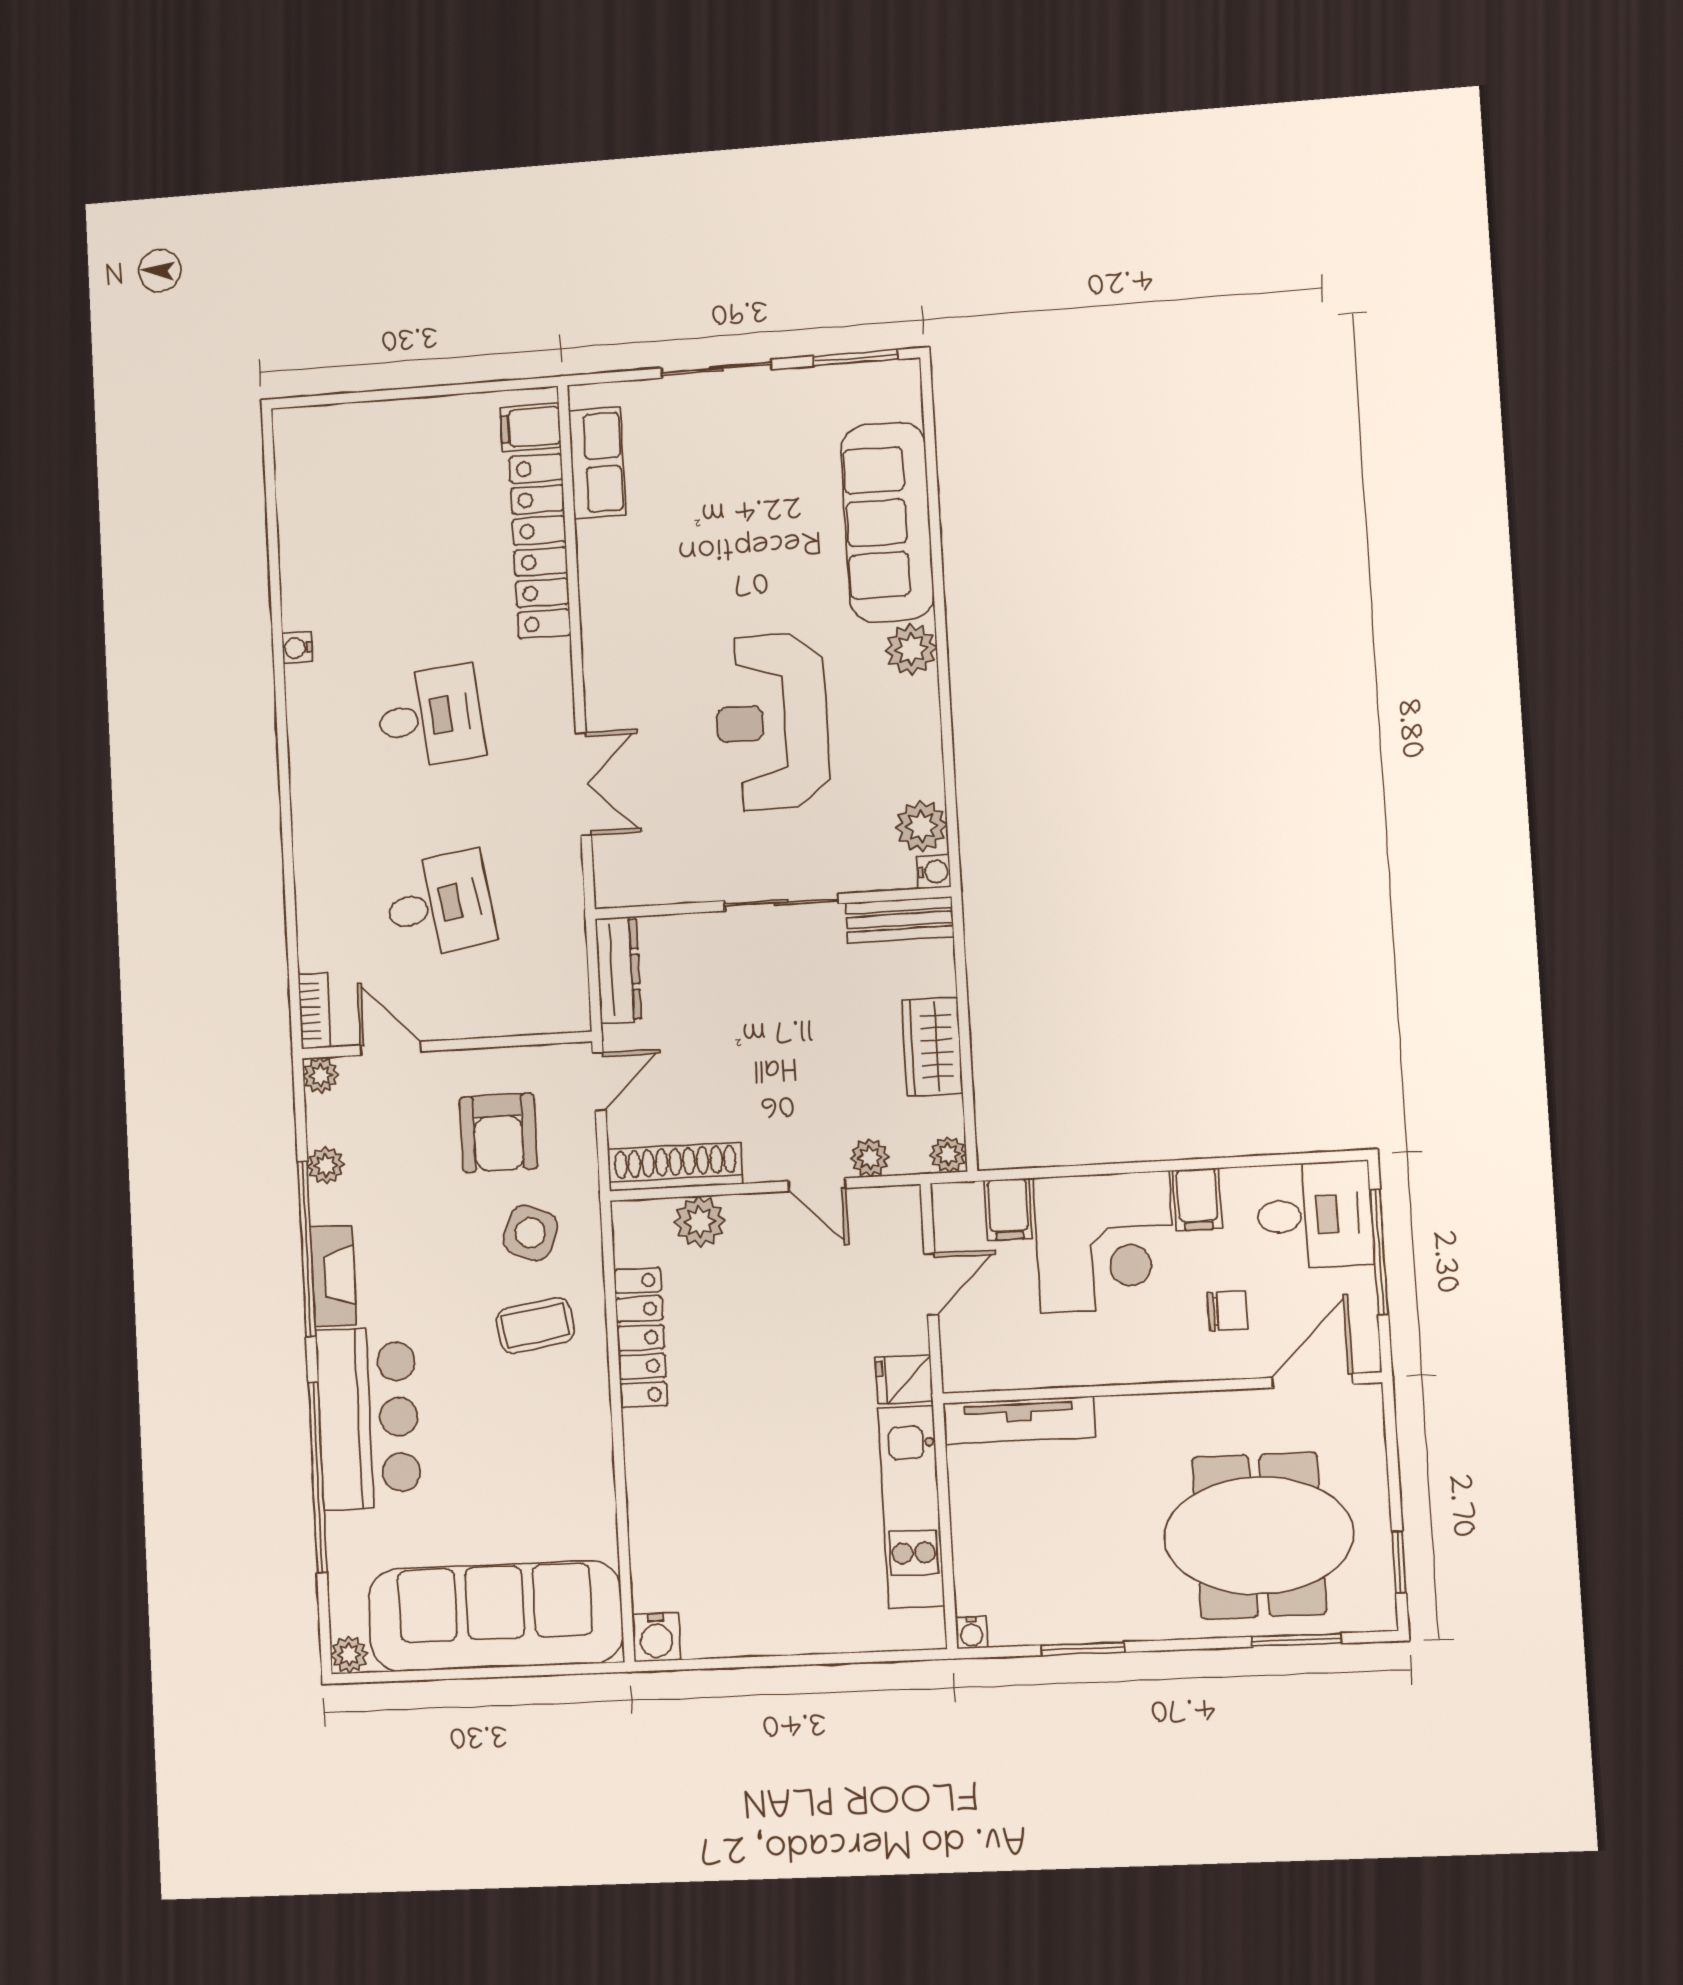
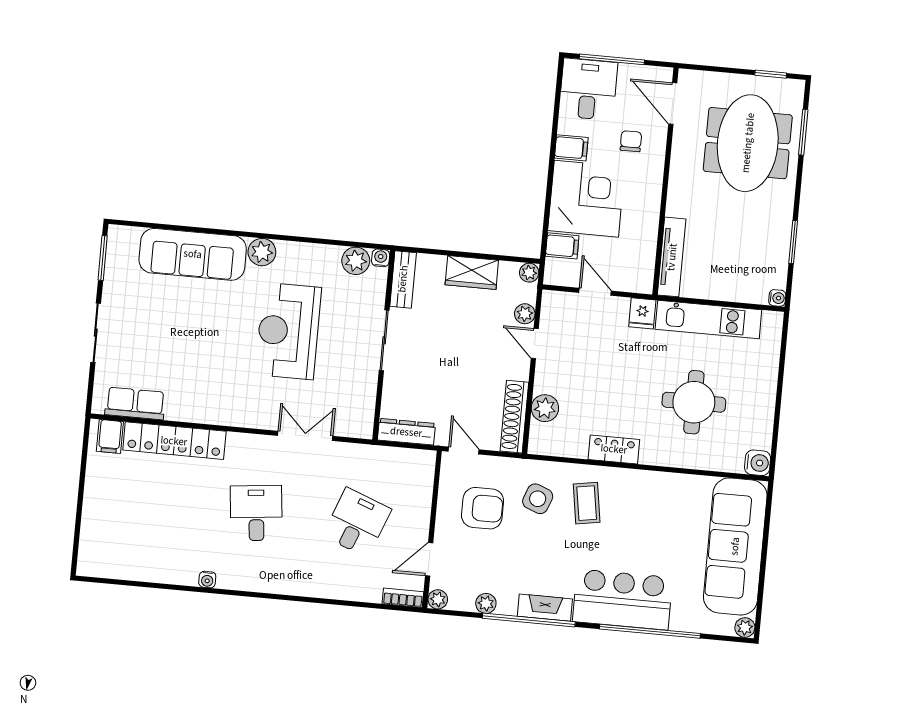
reception desk: (772, 722) -> (288, 331), turned 90
desk: (439, 905) -> (357, 522), turned 30
door: (817, 1185) -> (535, 343), swing flipped
locker: (641, 1338) -> (614, 449), width x0.66
round table: (752, 1501) -> (694, 402), added

